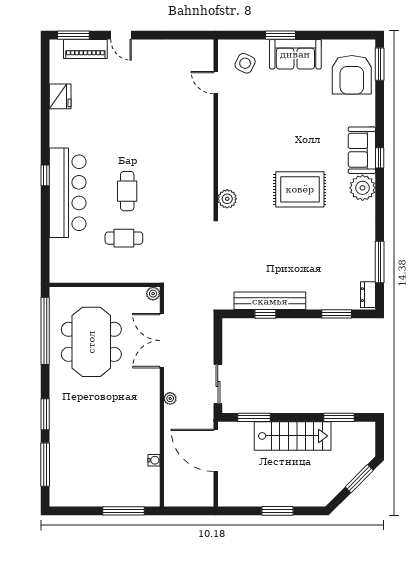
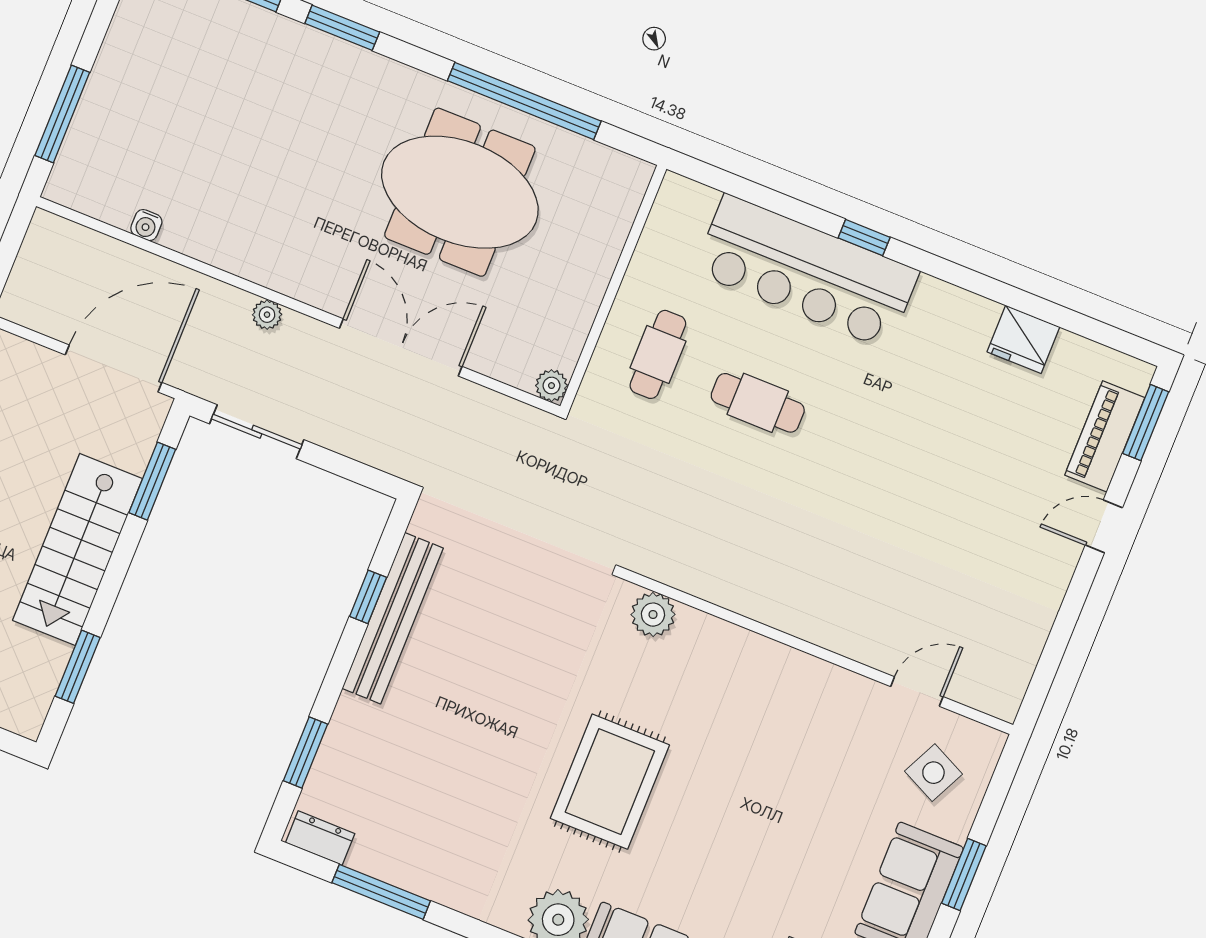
wall: (105, 285) -> (613, 288), moved
plant: (153, 294) -> (552, 386), moved

